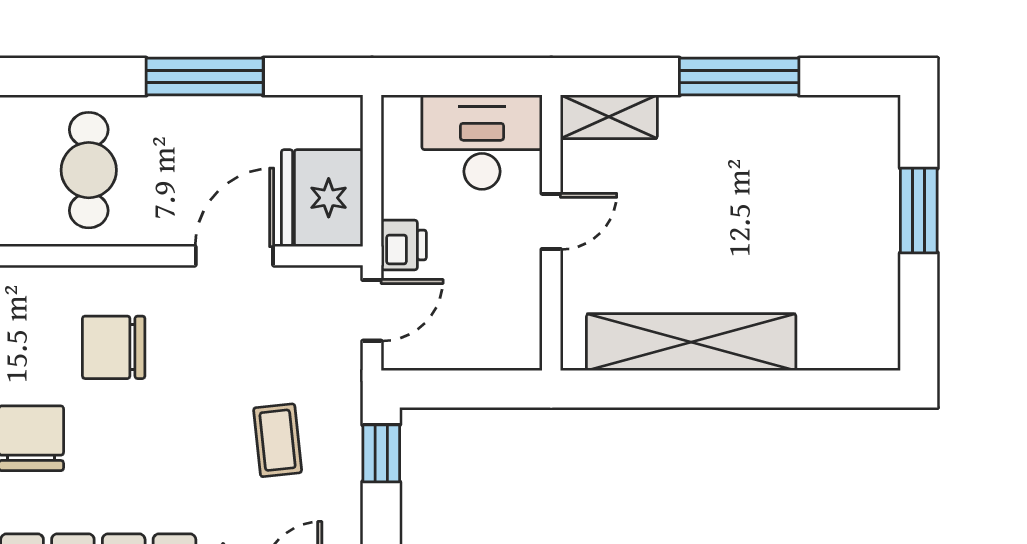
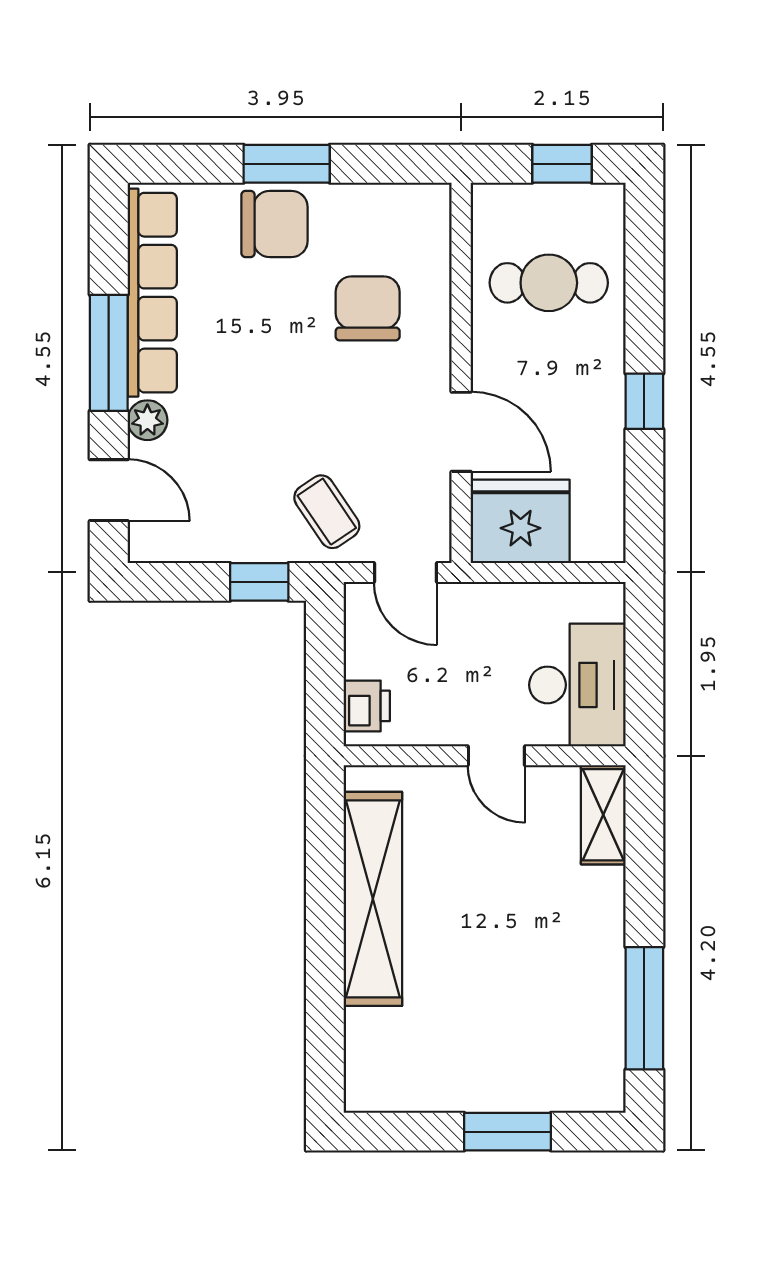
window: (205, 77) -> (644, 401), width x0.46
window: (739, 77) -> (644, 1008), moved
printer: (404, 245) -> (367, 706), moved, turned -90
coffee table: (278, 440) -> (327, 512), moved, turned 62

